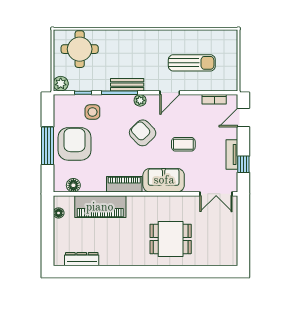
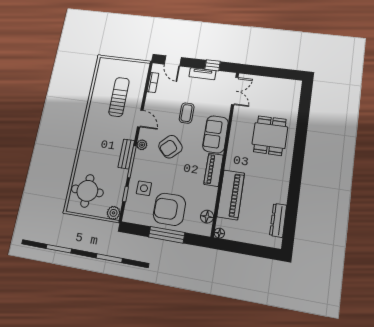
floor lamp: (59, 213) -> (219, 233), moved

